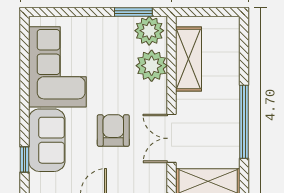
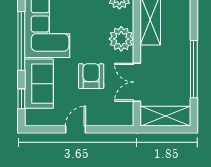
plant: (152, 66) -> (121, 39), moved
window: (25, 86) -> (21, 41), added

